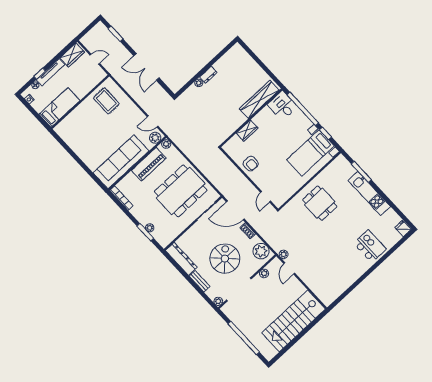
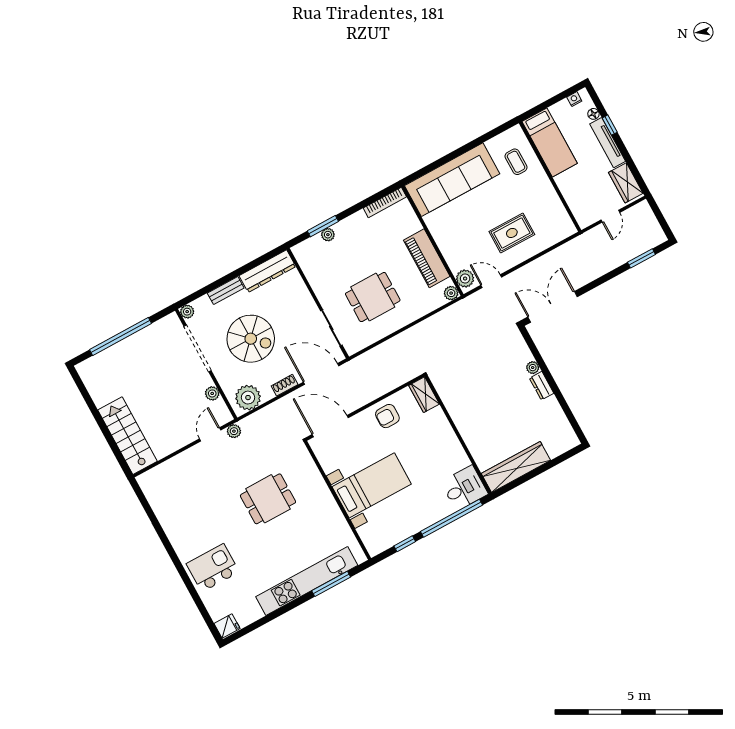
double door: (146, 67) -> (553, 307), moved
wardrobe: (259, 99) -> (516, 467), moved, turned -90
rug: (106, 101) -> (512, 233), moved
door: (153, 121) -> (491, 281), hinge flipped
coffee table: (76, 125) -> (516, 162), added
wardrobe: (247, 131) -> (424, 395), moved
bed with nightstands: (310, 153) -> (372, 485), moved, turned 90
sofa: (121, 162) -> (452, 180), moved, turned 90
dining table: (181, 191) -> (373, 297), width x0.53, depth x0.80
kitchen unit: (369, 193) -> (307, 581), width x1.36
door: (266, 197) -> (330, 426), width x1.88
dining table: (320, 203) -> (268, 499), moved
door: (235, 210) -> (321, 374), hinge flipped
kitchen island: (370, 246) -> (213, 568), turned 180
door: (289, 268) -> (210, 434), hinge flipped
stairs: (294, 321) -> (127, 436), width x0.73, depth x0.66

